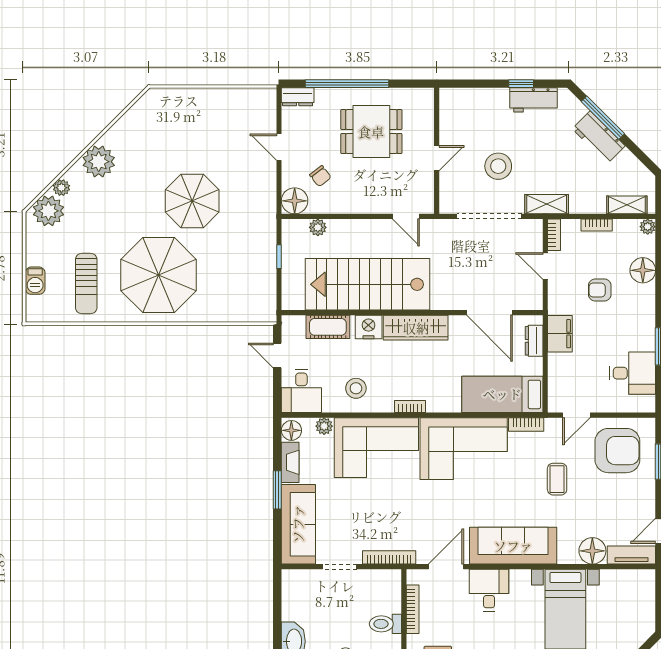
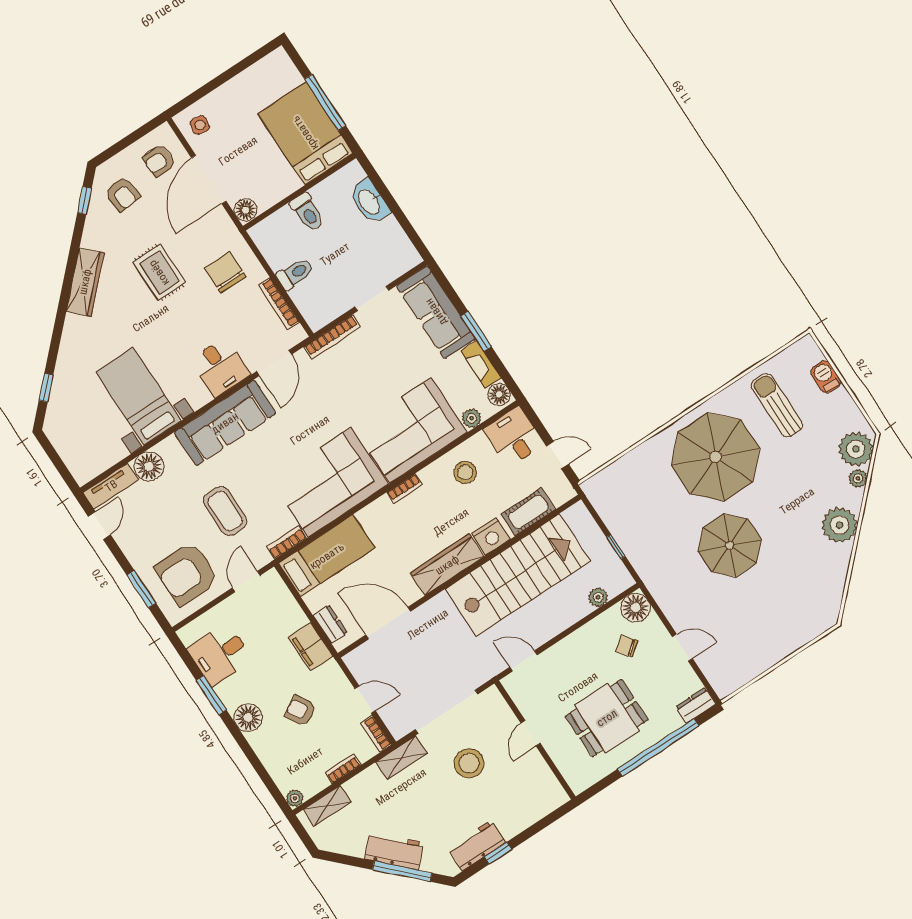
floor lamp: (643, 270) -> (248, 718), moved
armchair: (600, 290) -> (300, 711), turned -121
coffee table: (557, 479) -> (225, 511), width x1.36, depth x1.30

